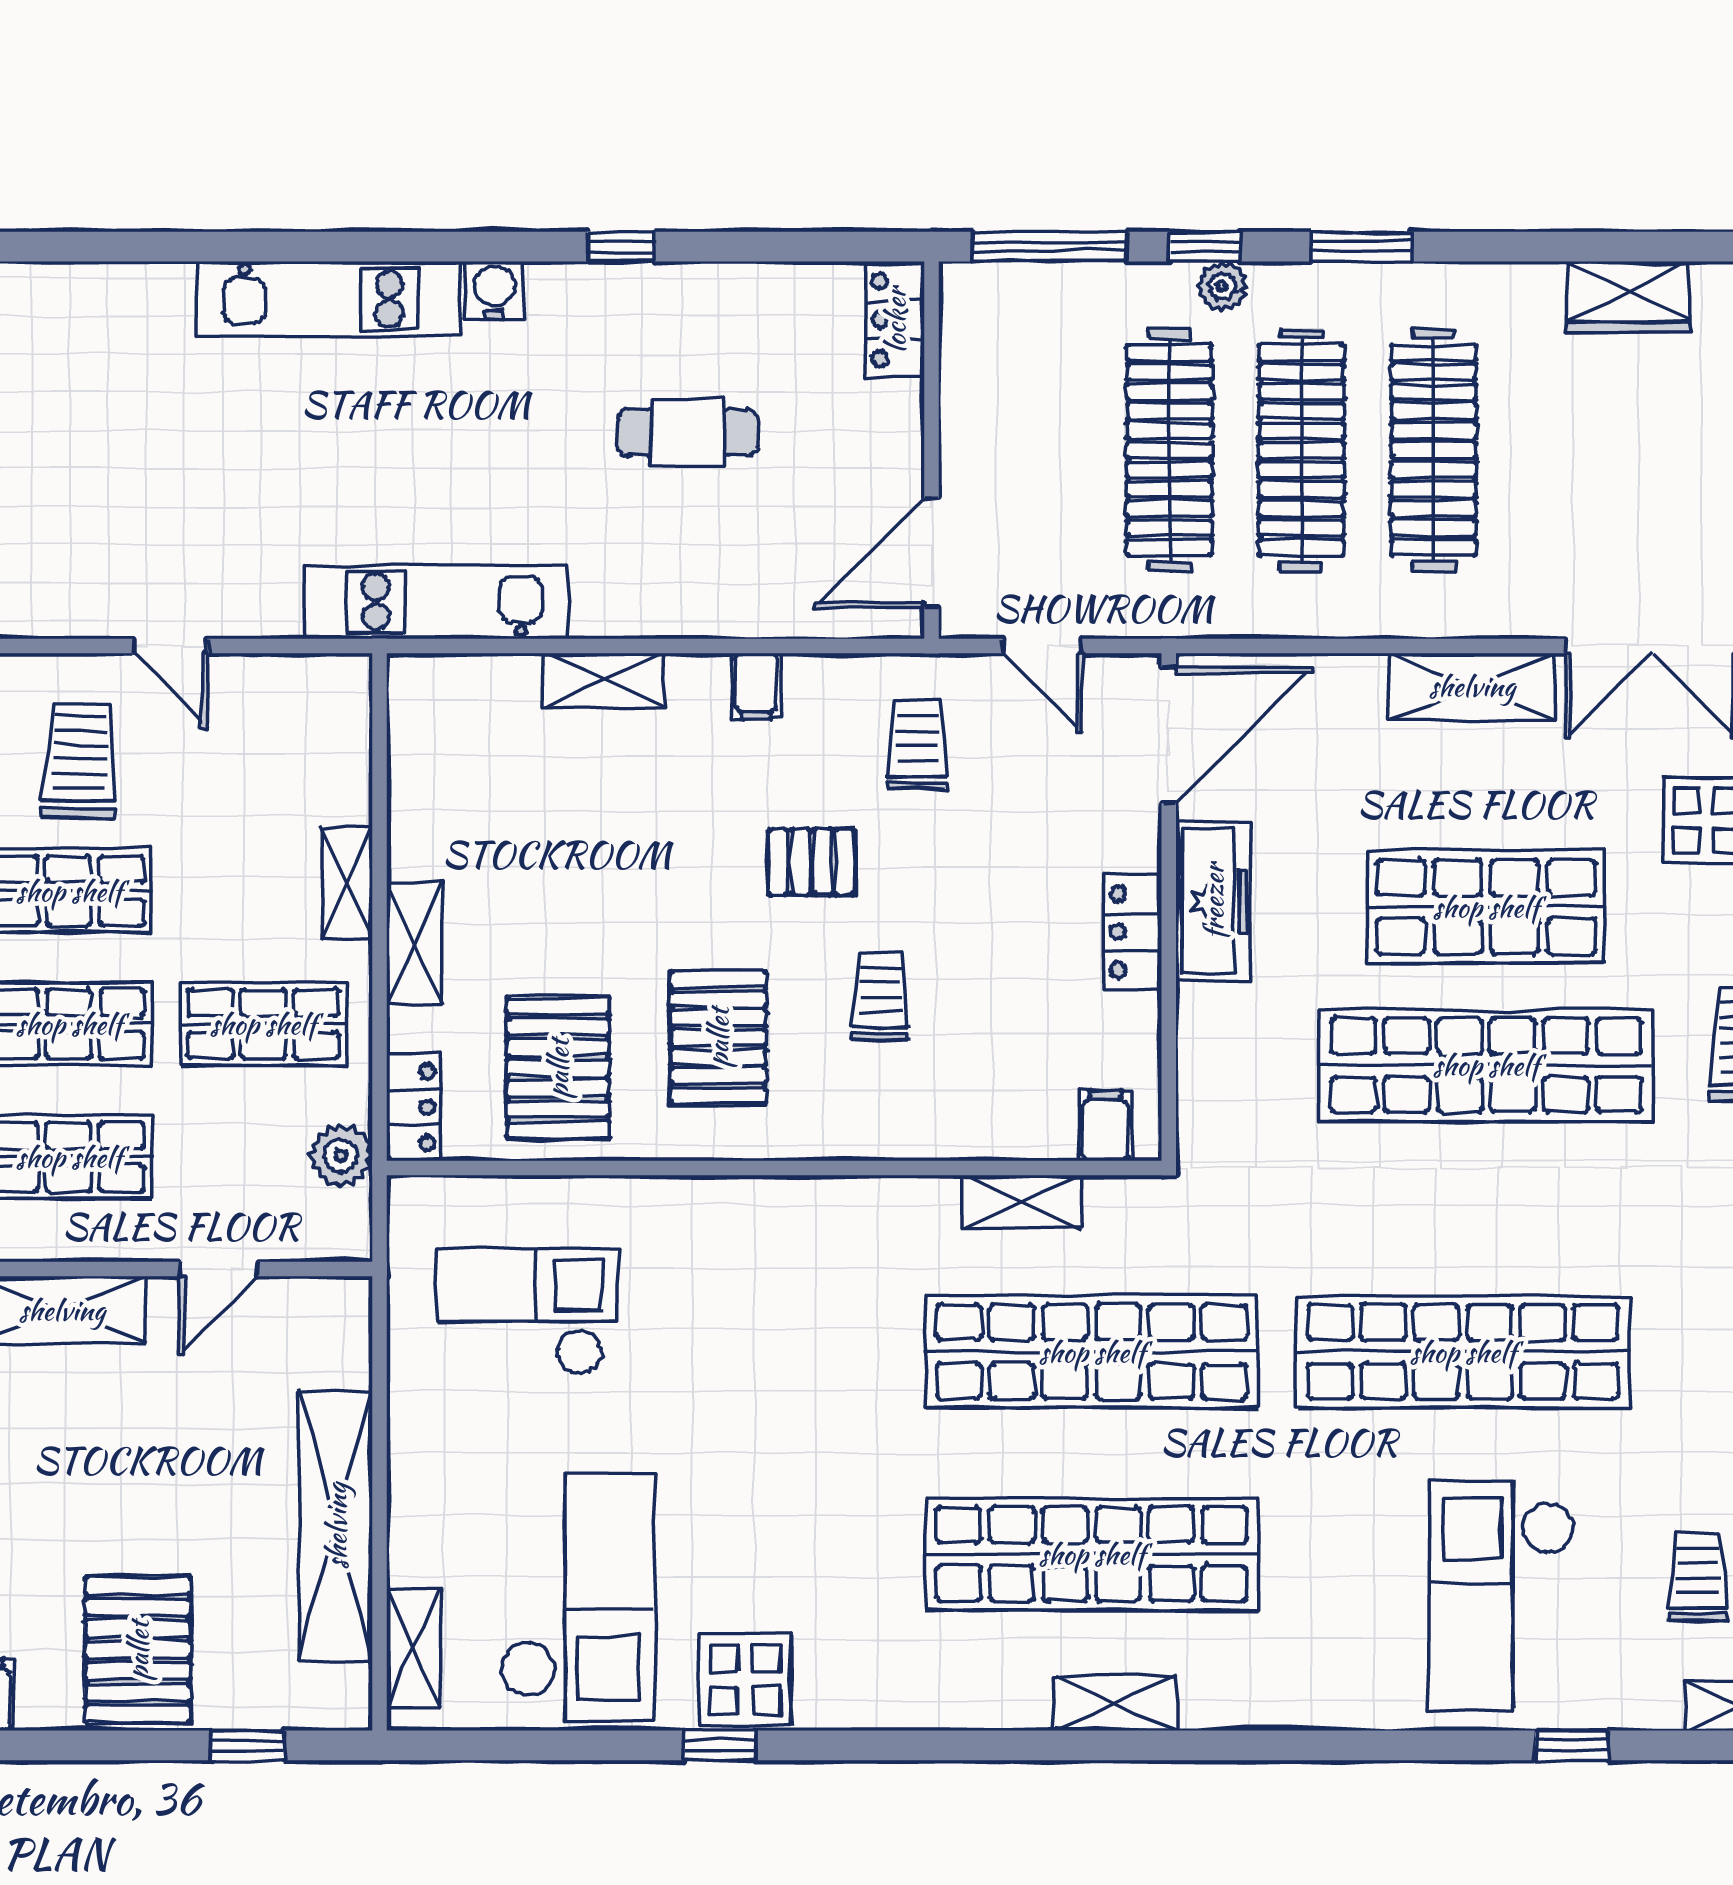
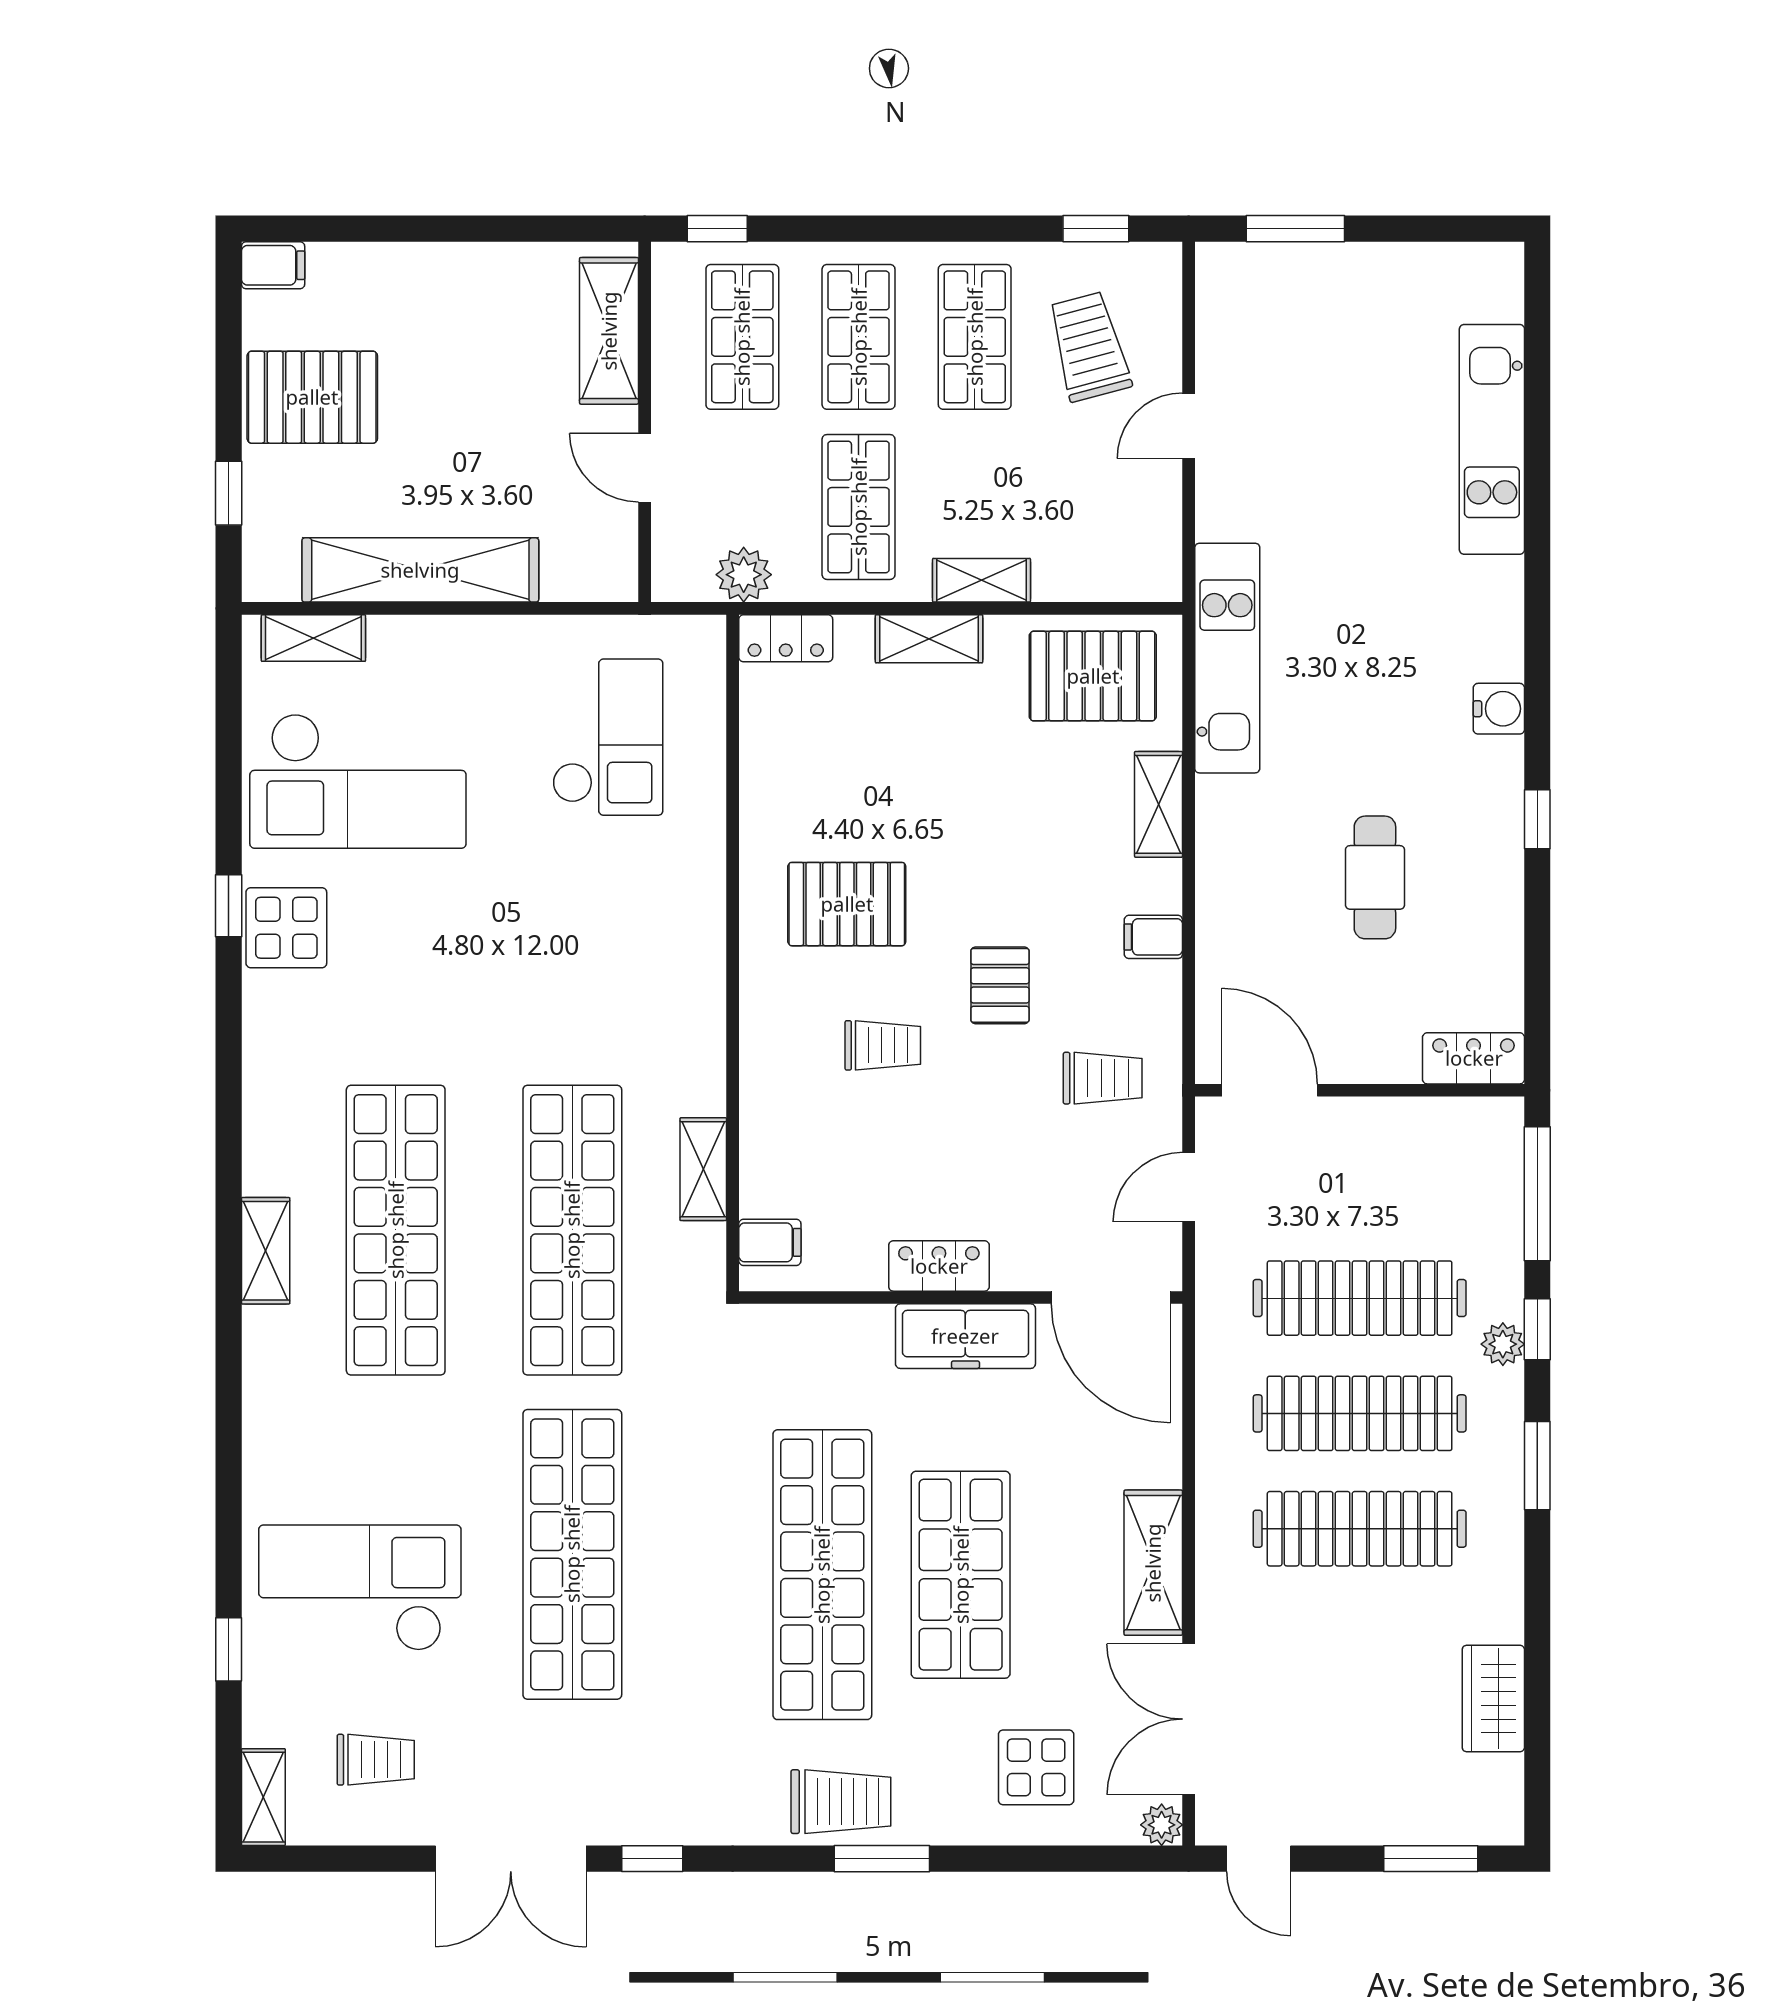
kitchen unit: (329, 299) -> (1492, 439), moved
trolley: (80, 760) -> (1089, 347), turned -107
pallet: (558, 1068) -> (1093, 676), moved

